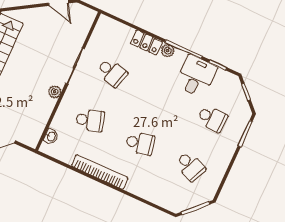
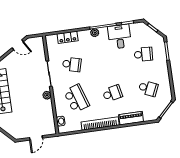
locker: (146, 42) -> (68, 37), moved
school desk: (90, 120) -> (77, 98), width x1.85
piano: (144, 190) -> (131, 118), added

